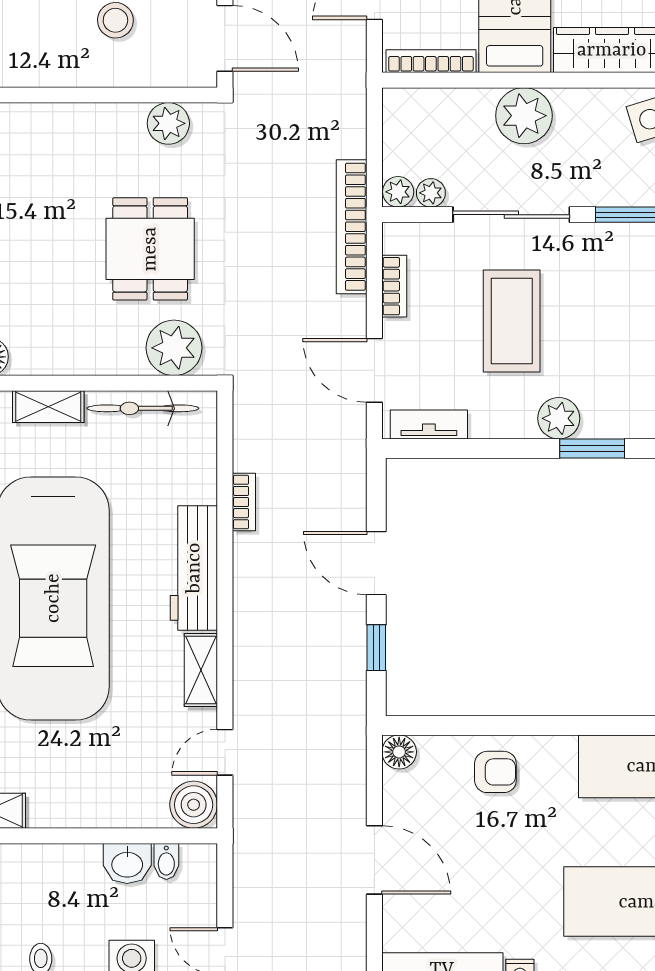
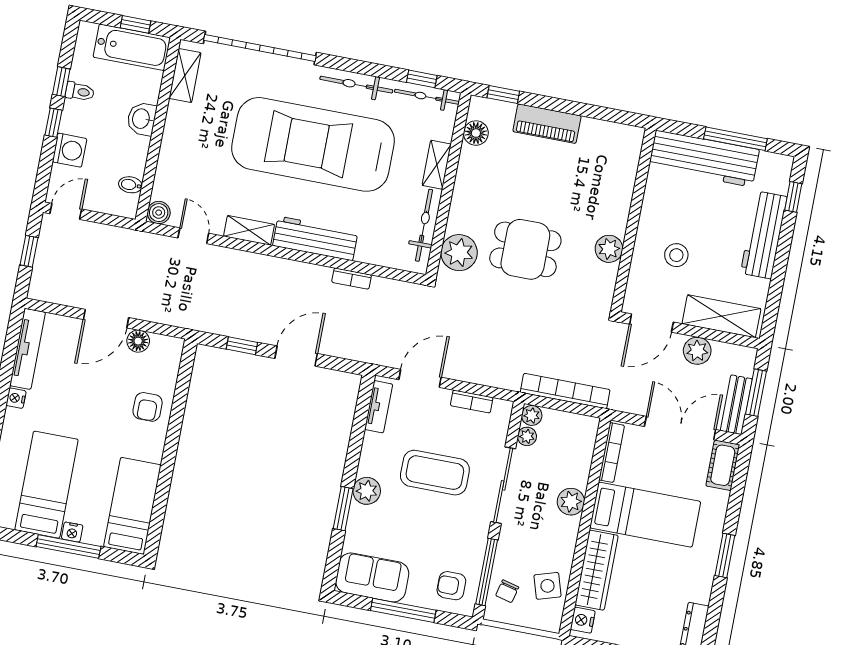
plant: (524, 116) -> (571, 502), width x0.73, depth x0.73
plant: (168, 123) -> (609, 249), moved
bookcase: (352, 227) -> (565, 391), moved
floor lamp: (399, 752) -> (138, 341), moved
boiler: (194, 805) -> (159, 213), width x0.73, depth x0.73
washbasin: (127, 863) -> (142, 119), moved

